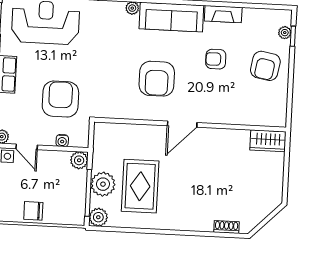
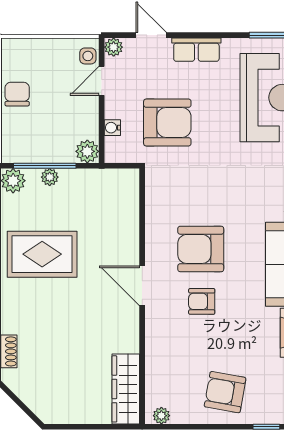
plant: (285, 33) -> (161, 416), moved
armchair: (216, 59) -> (202, 301), moved, turned -90
wardrobe: (268, 141) -> (126, 389), width x1.50
plant: (103, 184) -> (50, 177), width x0.53, depth x0.53
rug: (140, 186) -> (42, 254), moved

